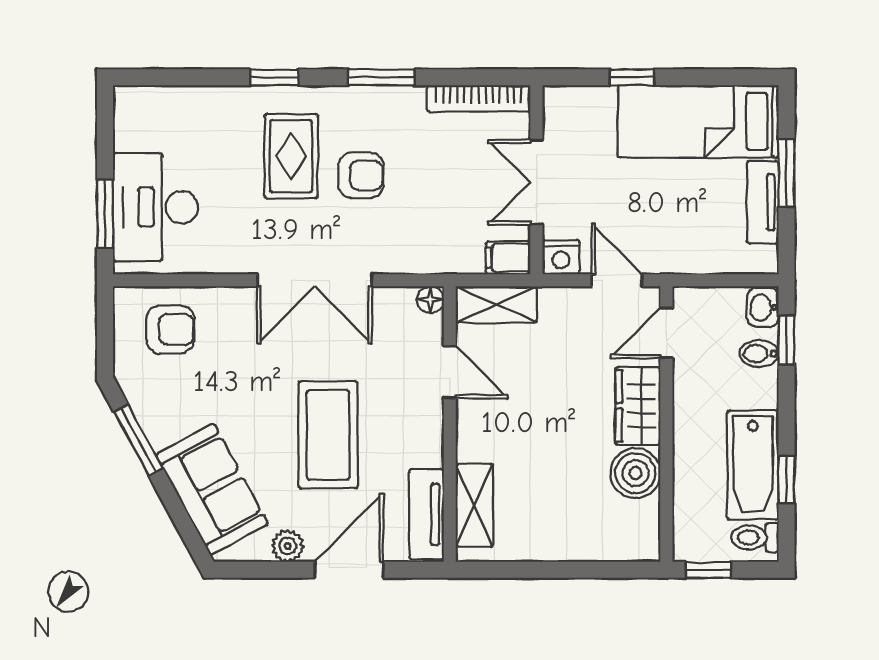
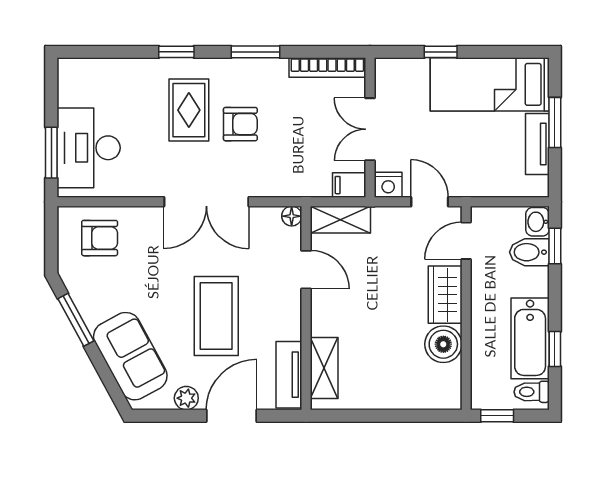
bidet: (759, 354) -> (529, 252), width x1.38, depth x1.36

